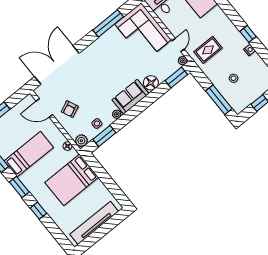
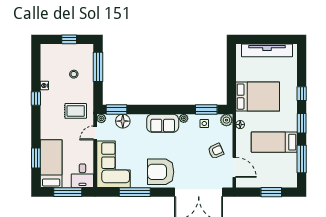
armchair: (100, 56) -> (161, 172), added
floor lamp: (151, 83) -> (123, 121), moved

